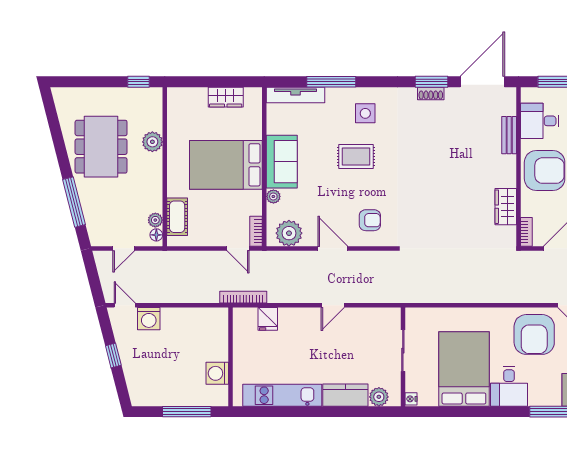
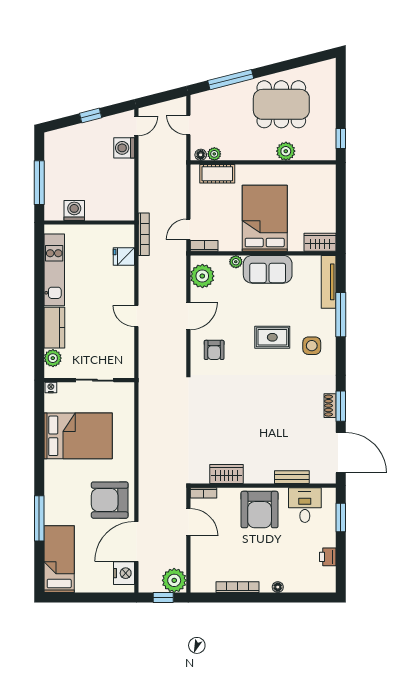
wardrobe: (226, 97) -> (320, 242), moved, turned 90
rug: (356, 156) -> (272, 337), turned 90
desk: (509, 386) -> (62, 477), removed

